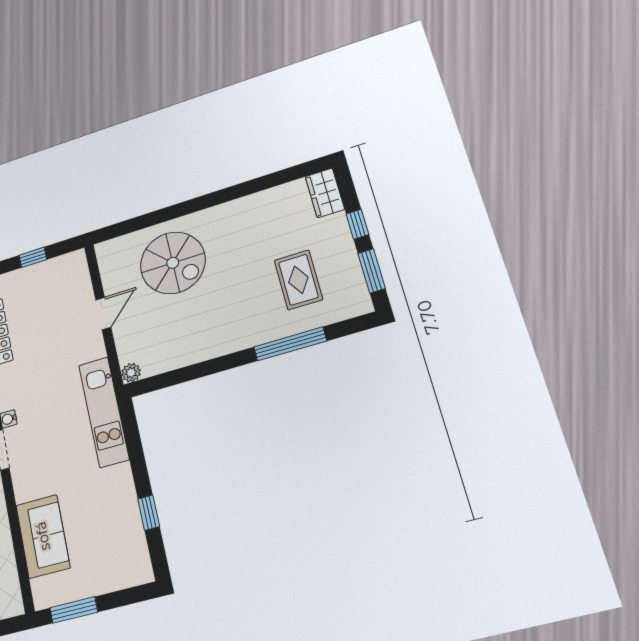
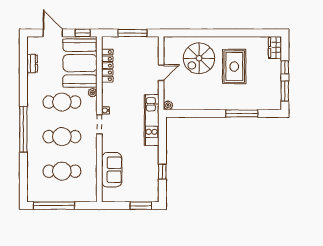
window: (33, 257) -> (132, 33), width x2.17
spiral stairs: (173, 263) -> (199, 58), turned 90
rug: (298, 280) -> (234, 67), moved, width x1.36, depth x1.43
window: (74, 610) -> (141, 206), moved

